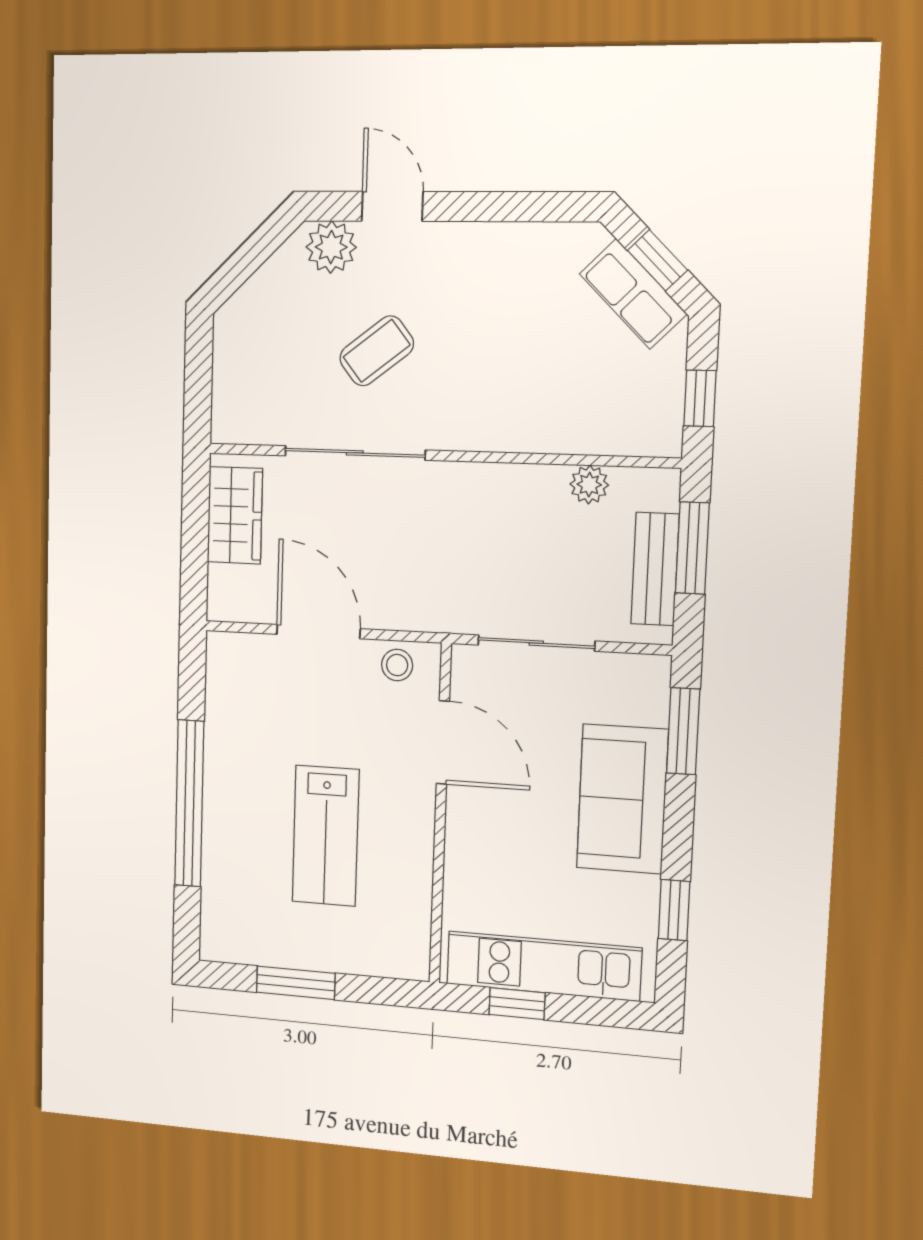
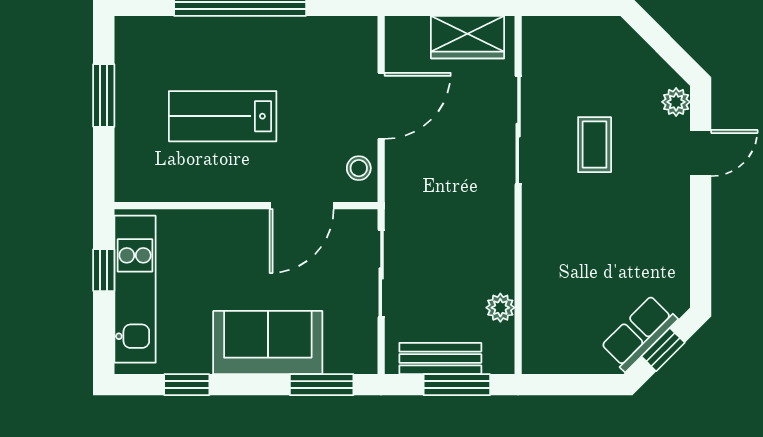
plant: (331, 247) -> (676, 102), width x0.73, depth x0.73
coffee table: (377, 351) -> (595, 145), turned 38
window: (700, 398) -> (565, 385), removed

